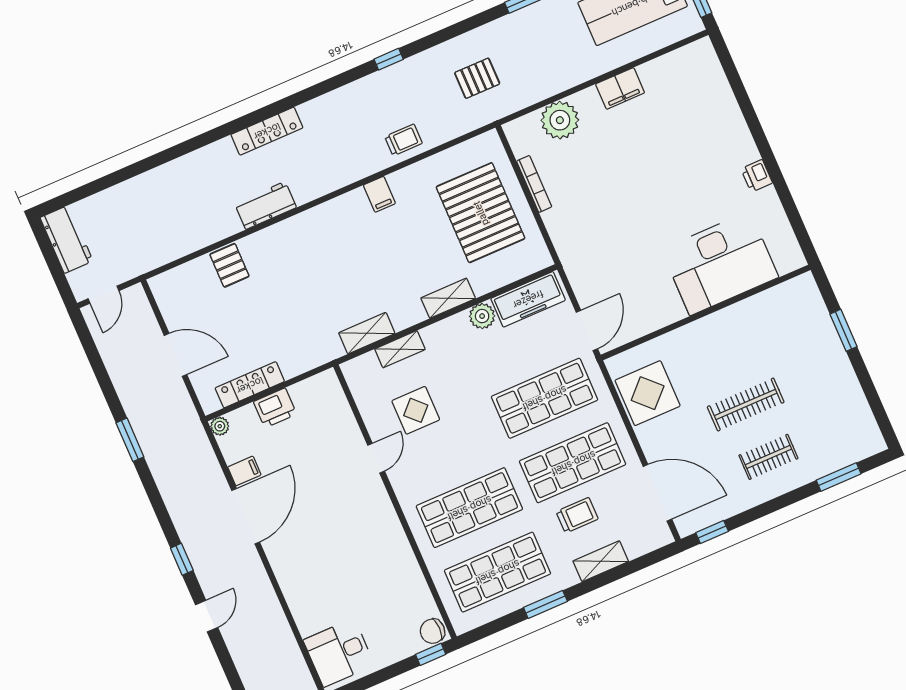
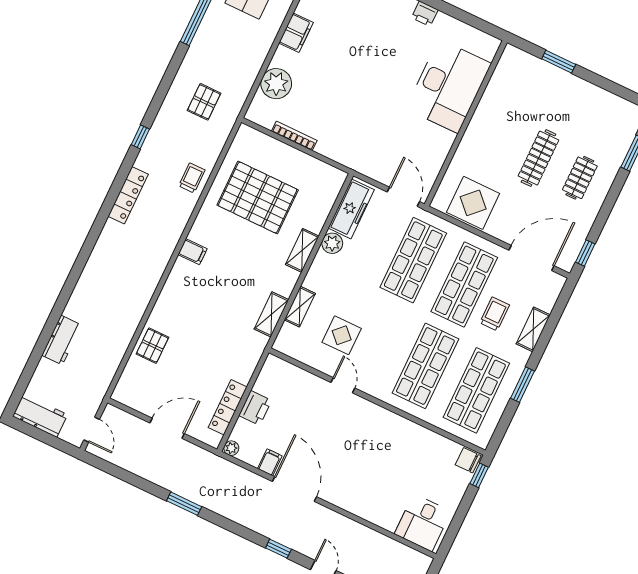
locker: (267, 131) -> (128, 195), moved
filing cabinet: (379, 194) -> (192, 252), moved
workbench: (265, 205) -> (62, 340), moved, turned 180
pallet: (481, 213) -> (258, 198), moved
pallet: (229, 265) -> (152, 346), turned 90
chair: (432, 631) -> (468, 460), turned 90

